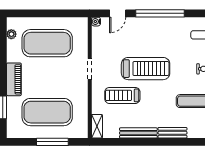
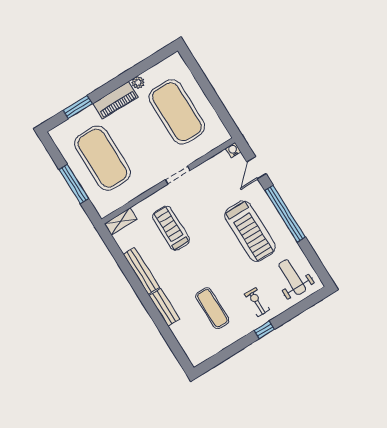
door: (118, 13) -> (257, 168), hinge flipped
plant: (11, 34) -> (138, 83), moved
treadmill: (146, 69) -> (250, 231), moved

